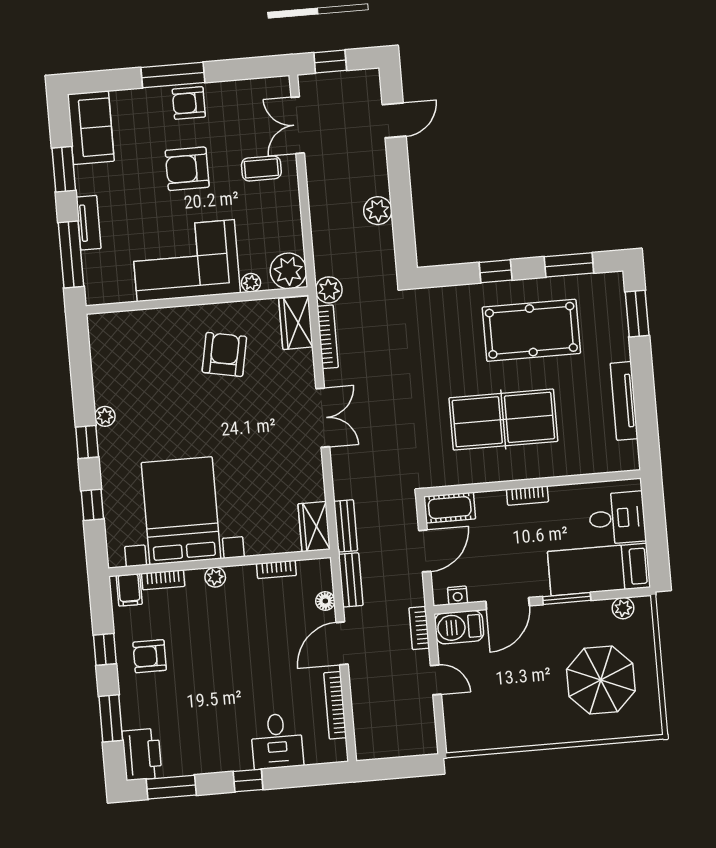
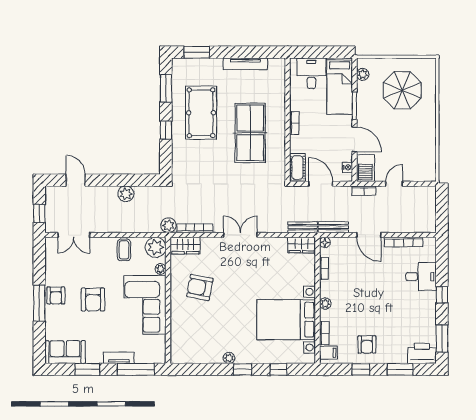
coffee table: (261, 168) -> (124, 250), moved
floor lamp: (325, 601) -> (325, 242), moved

